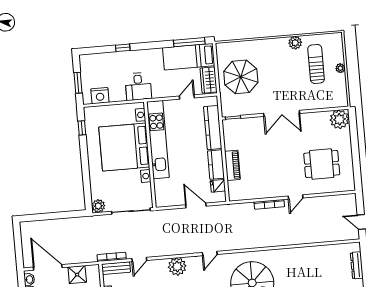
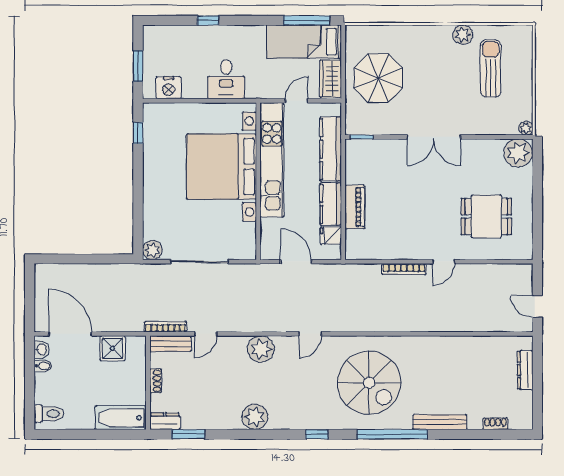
plant: (340, 68) -> (526, 128), moved
kitchen unit: (158, 140) -> (272, 160), moved
bed with nightstands: (124, 147) -> (221, 167), moved
wall: (150, 155) -> (258, 181), moved

